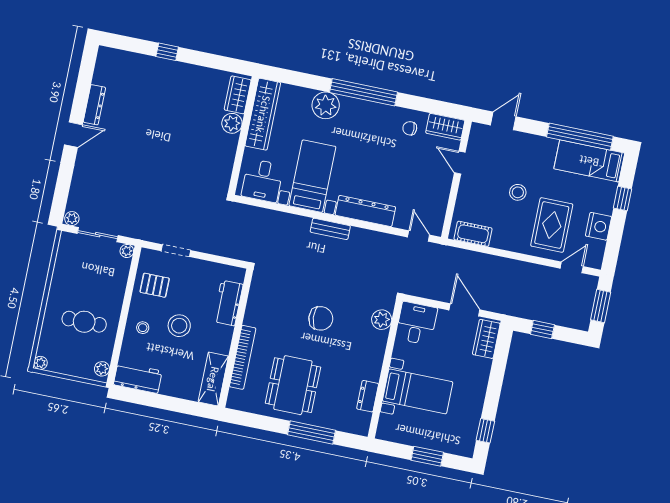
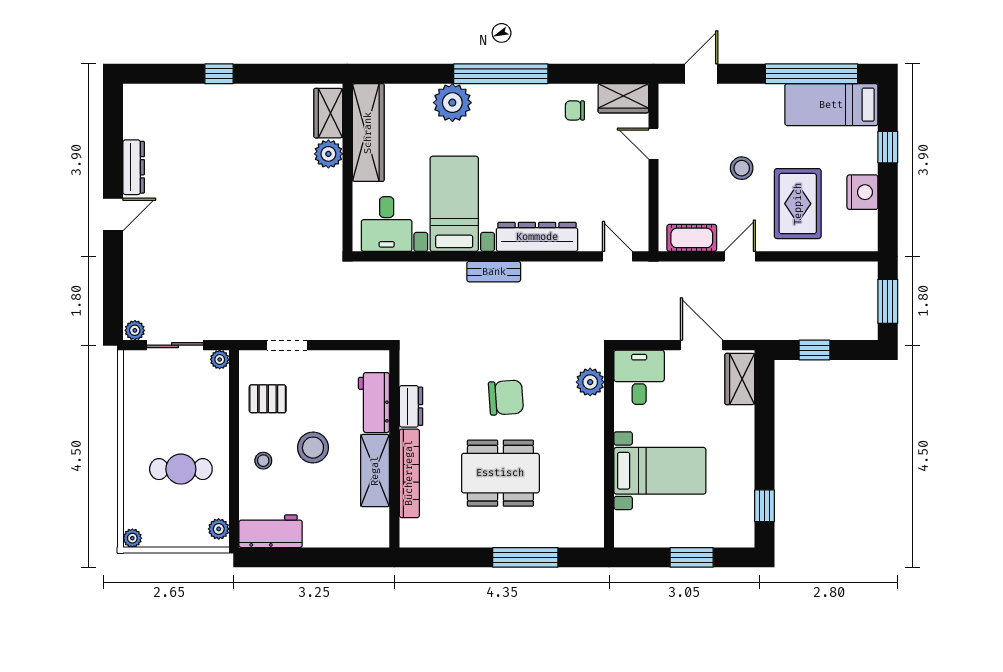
door: (572, 267) -> (740, 256), moved
shelving: (213, 379) -> (375, 471), moved
dining table: (293, 385) -> (500, 473), moved, turned 90
dresser: (368, 396) -> (411, 406), moved, turned 180

